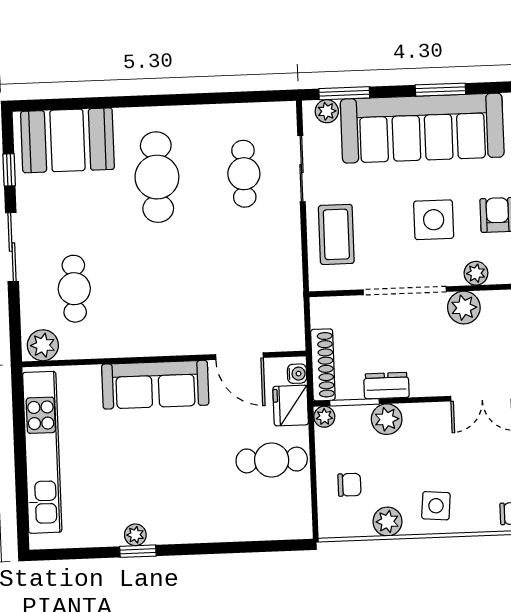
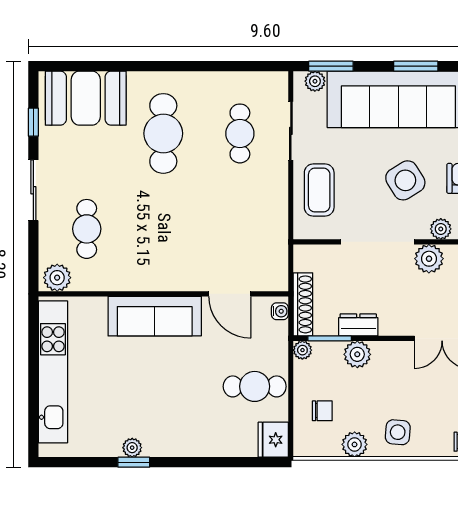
side table: (434, 220) -> (405, 180), turned -32
fridge: (291, 406) -> (273, 440), moved

